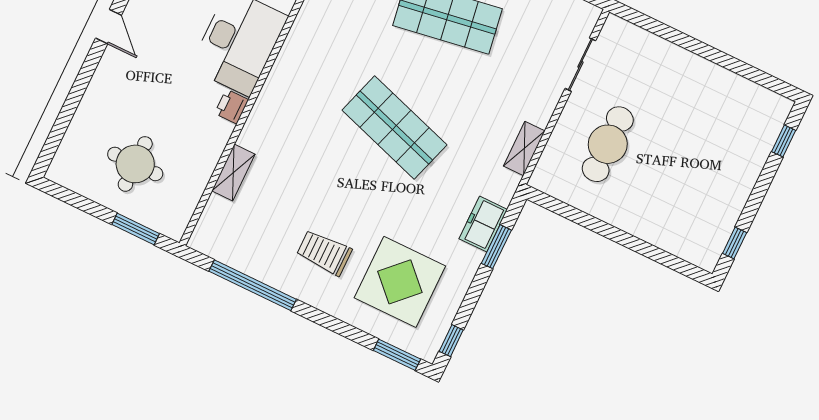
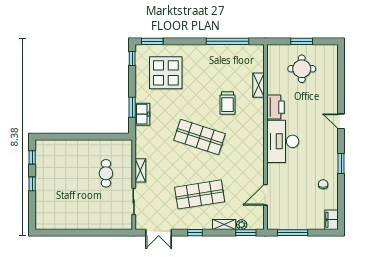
printer: (232, 106) -> (276, 107), width x1.87, depth x1.48
window: (784, 141) -> (32, 184), moved
cafe table: (608, 144) -> (106, 173), width x0.73, depth x0.74
shelving: (524, 148) -> (140, 170), moved
window: (136, 229) -> (302, 41), moved
trolley: (324, 253) -> (228, 103), moved, turned 90

